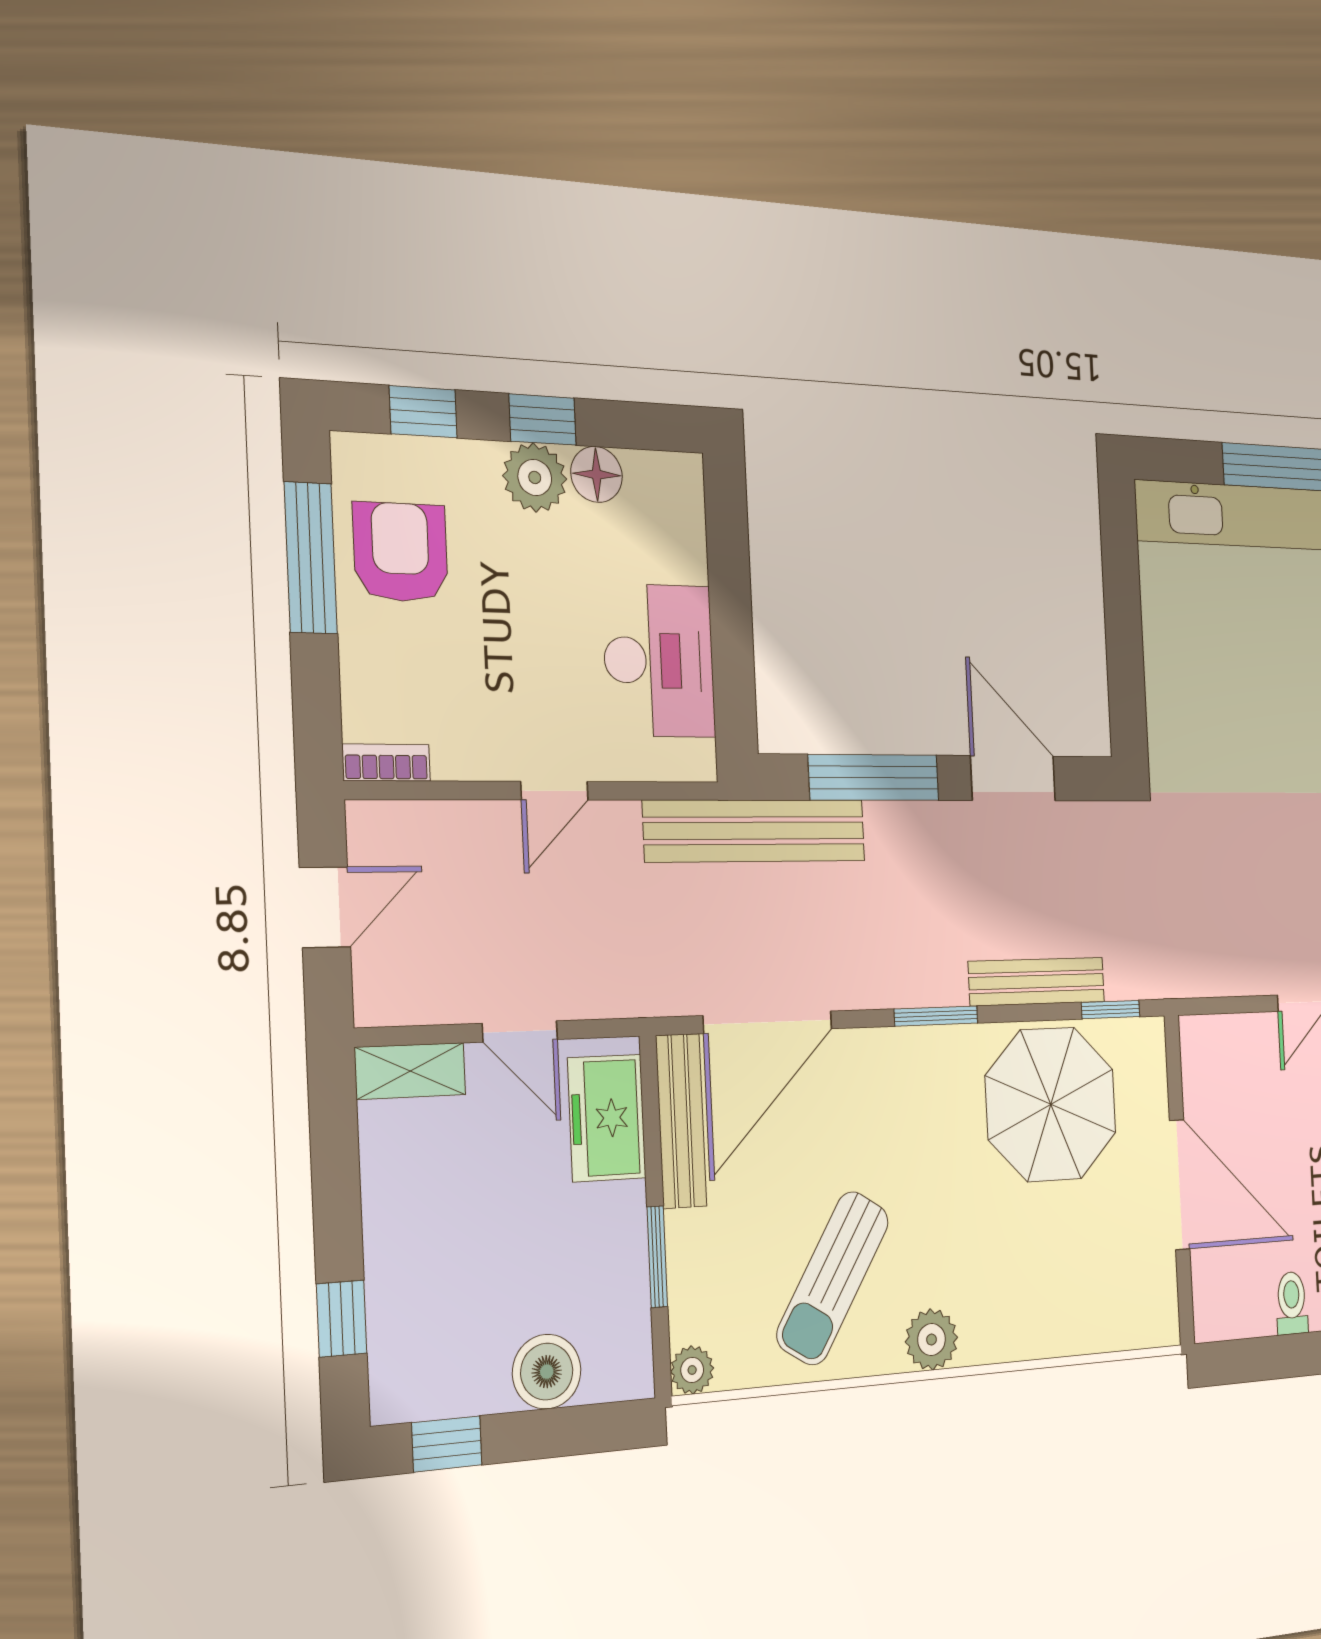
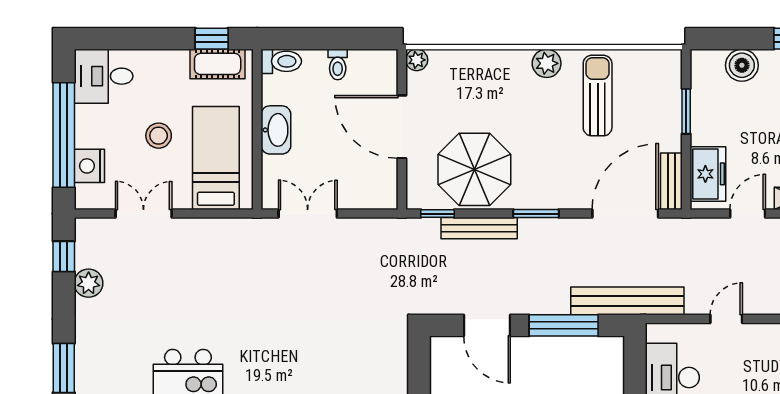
door: (520, 1031) -> (748, 214), hinge flipped
bench: (681, 1121) -> (671, 181), width x0.73
sun lounger: (833, 1278) -> (598, 96), turned -32
plant: (692, 1370) -> (417, 60), moved

